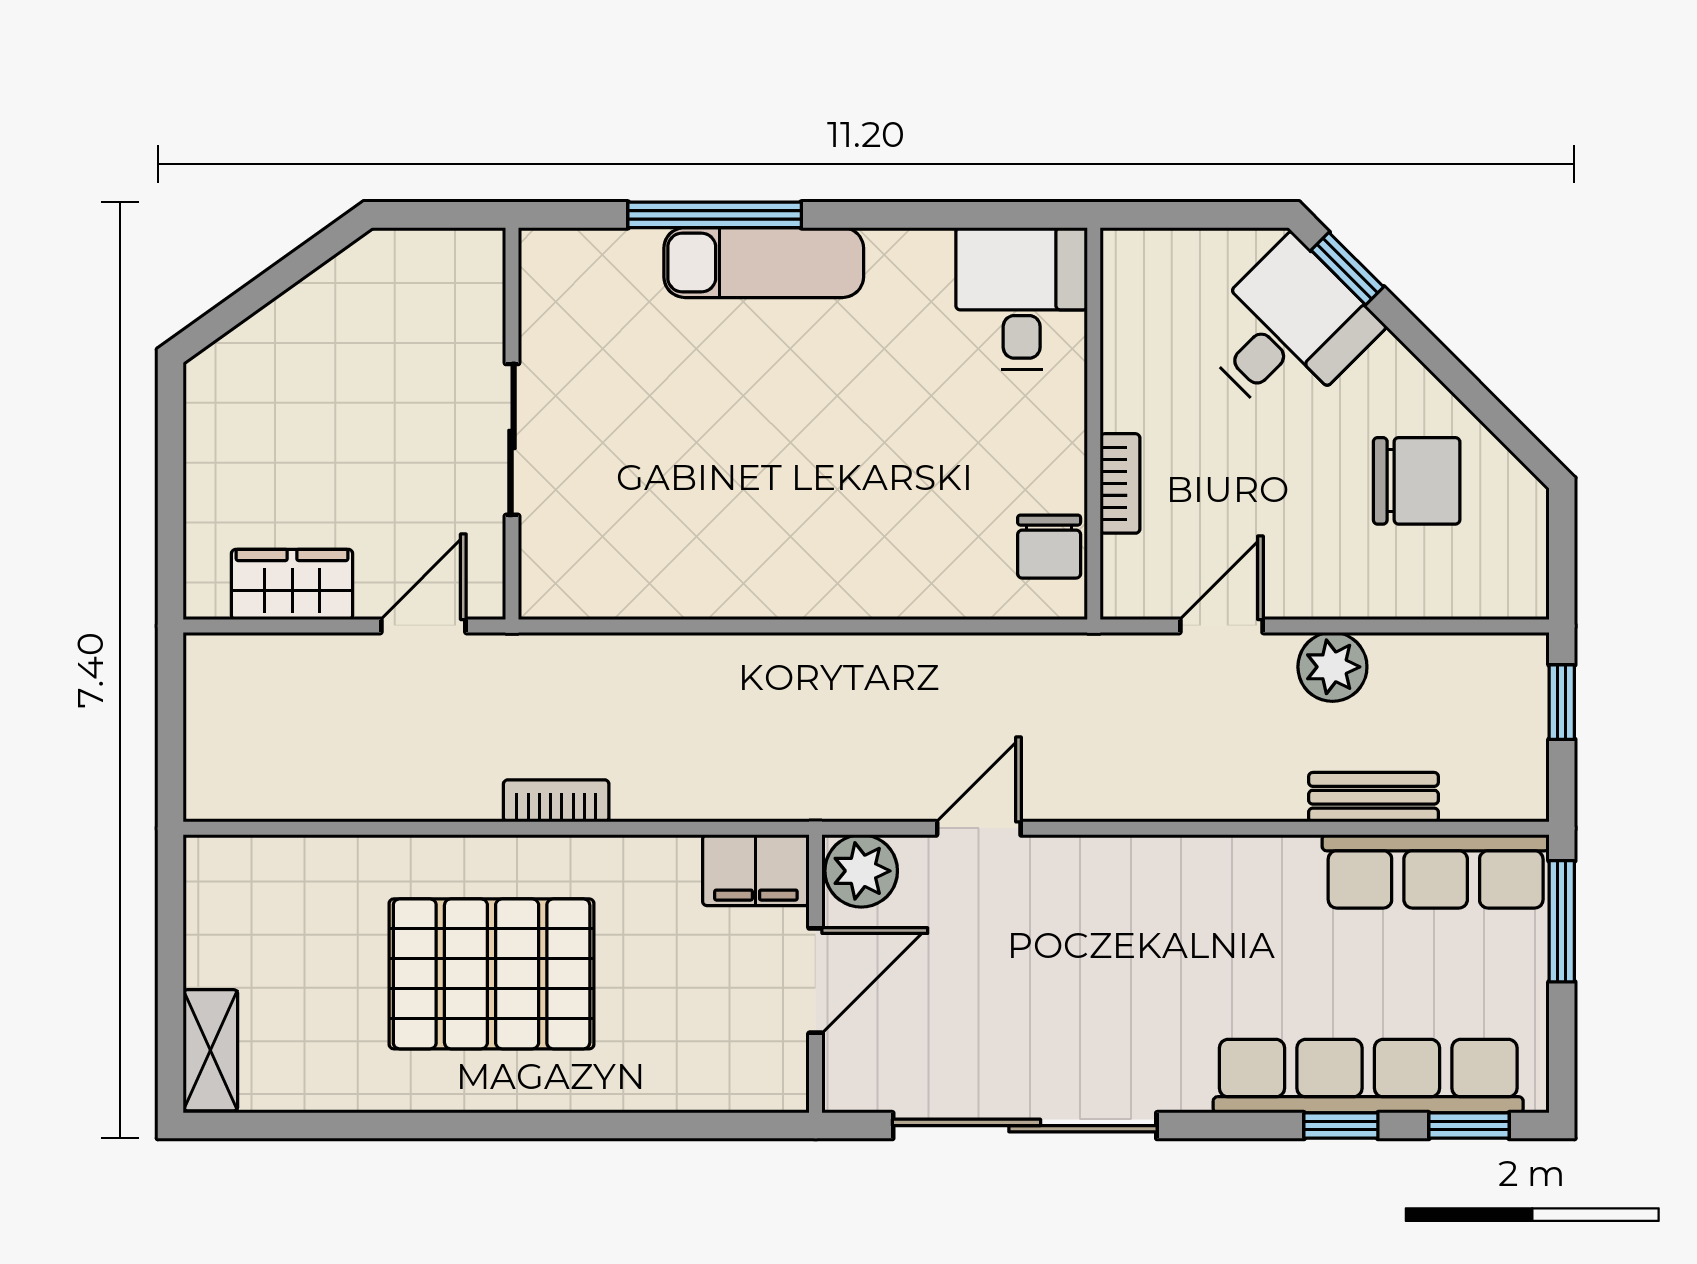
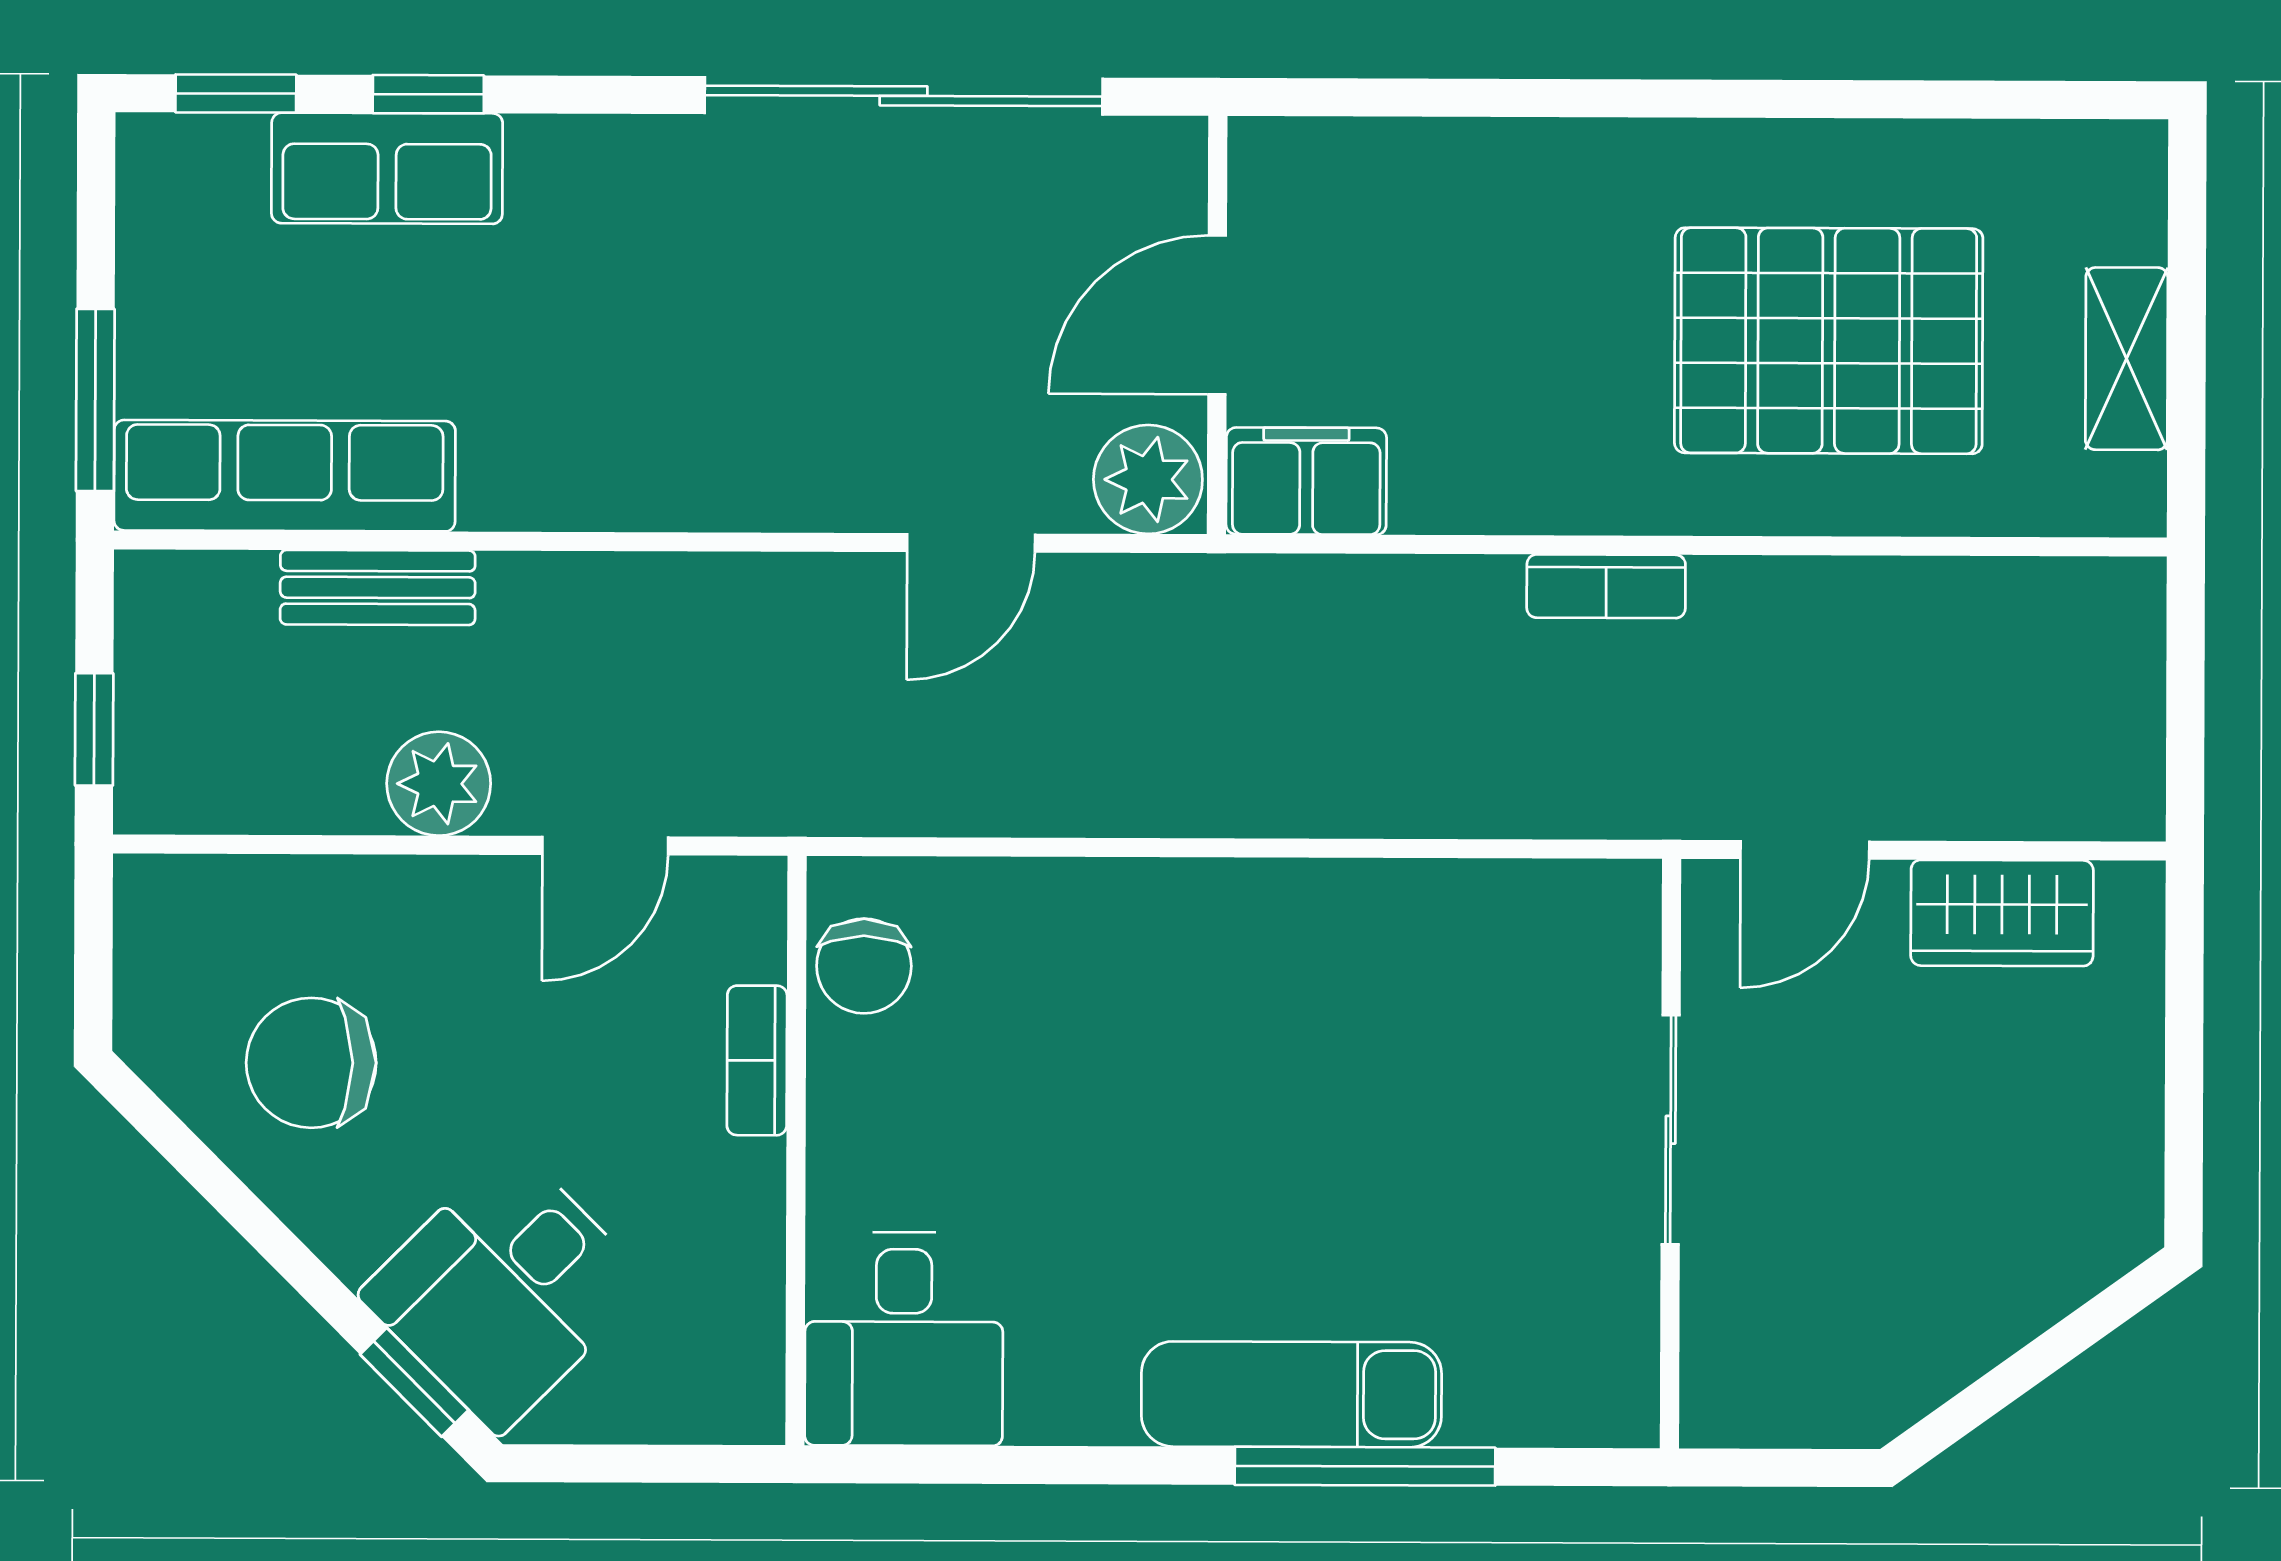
chair: (1049, 547) -> (864, 966), turned 180
pallet: (492, 974) -> (1829, 341), moved
shelving: (210, 1050) -> (2127, 359), moved
row of seats: (1368, 1076) -> (387, 168), width x0.50

